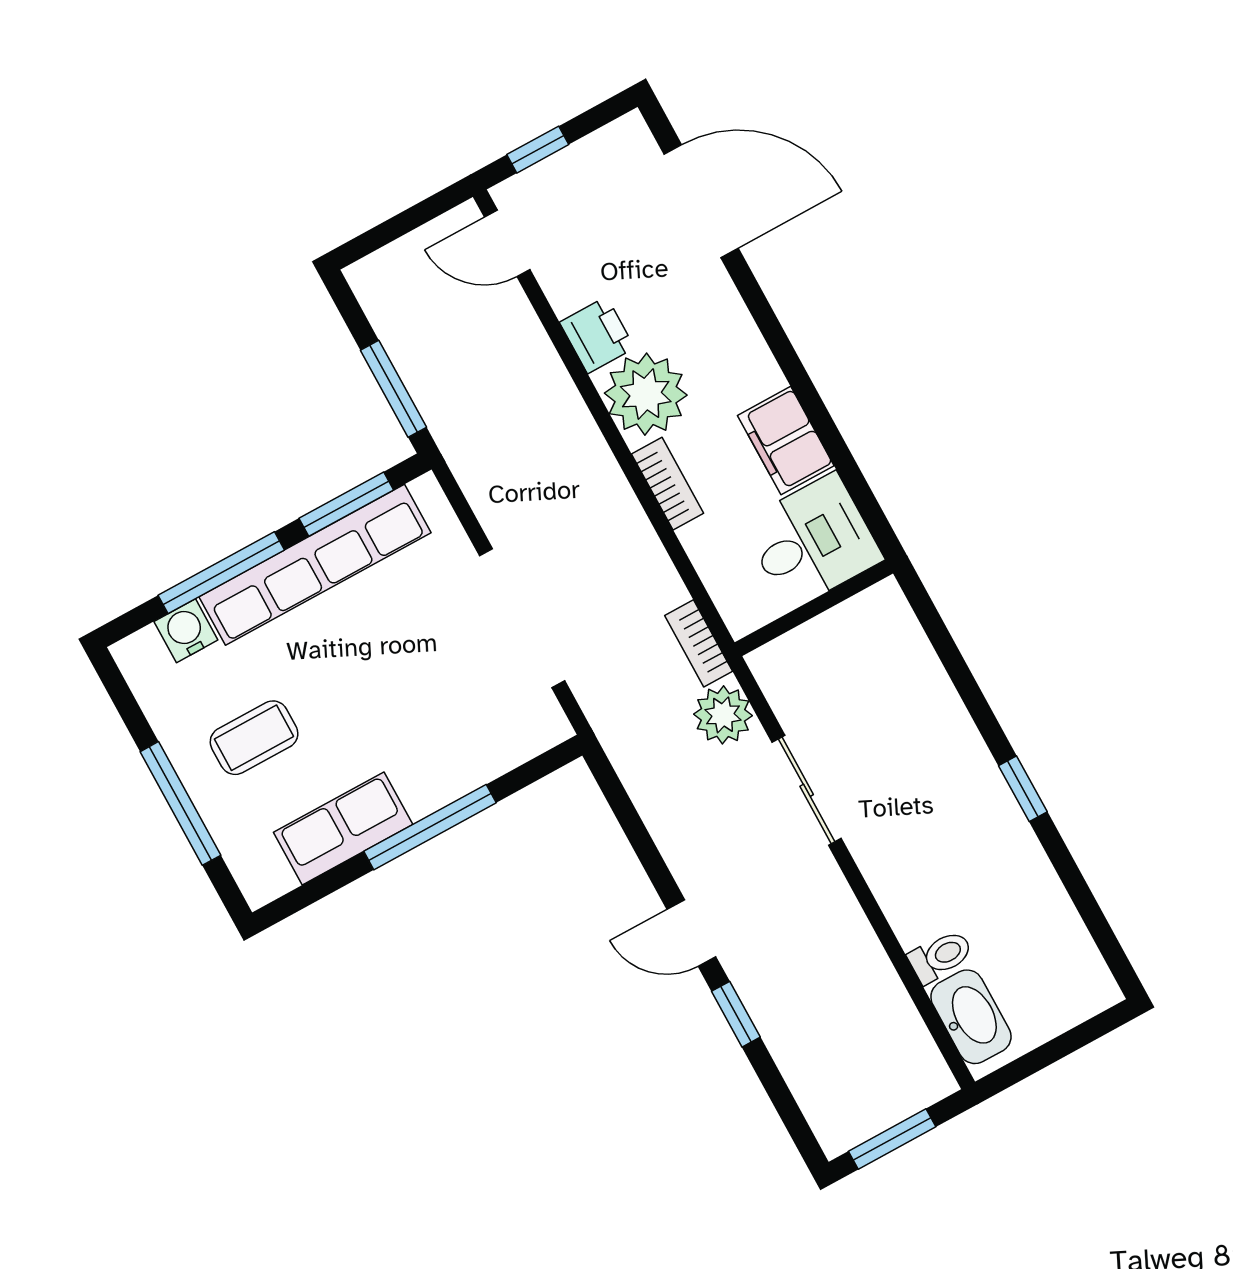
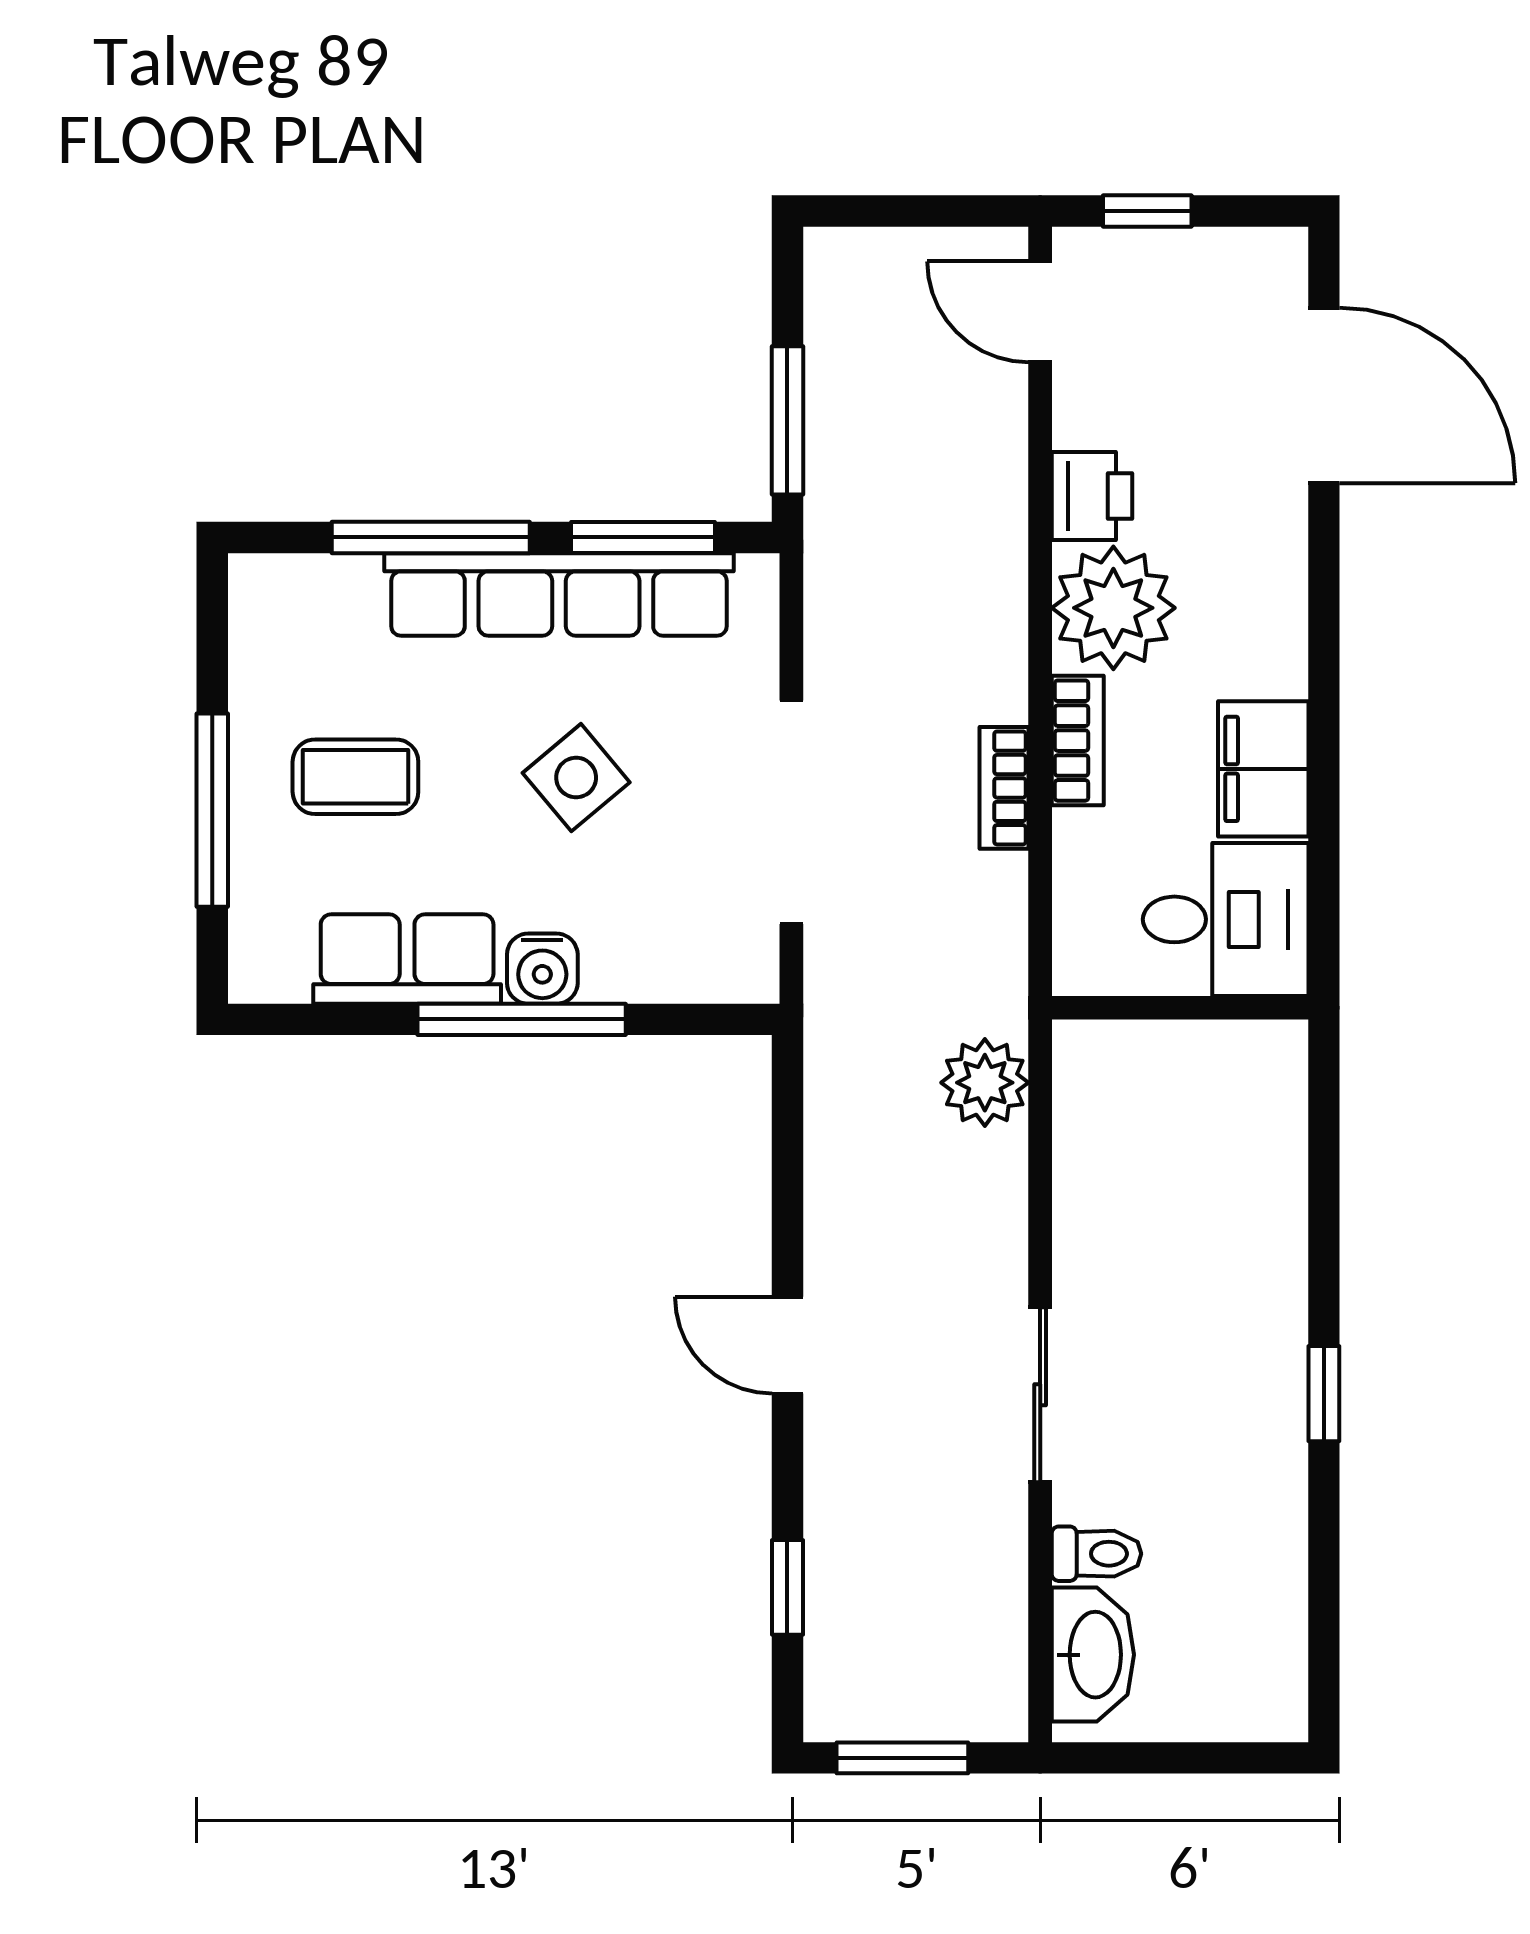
water cooler: (186, 631) -> (542, 969), moved, turned 180
bookcase: (699, 643) -> (1004, 788), moved
side table: (384, 667) -> (576, 778), added
sliding door: (807, 790) -> (1040, 1395), moved
window: (736, 1014) -> (787, 1587), moved

